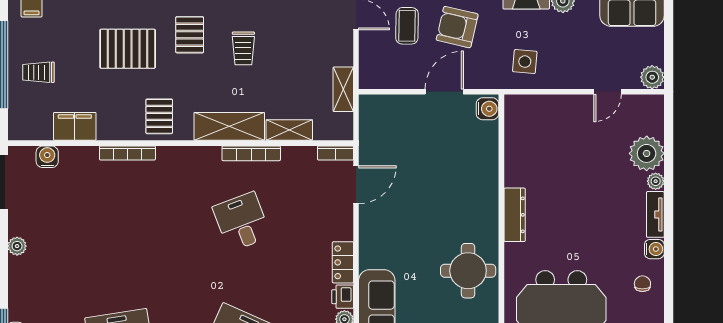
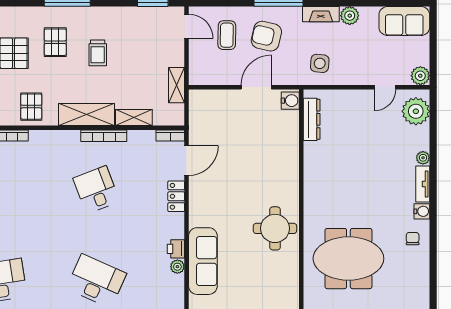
plant: (647, 153) -> (416, 111), moved
dresser: (515, 215) -> (312, 119), moved
locker: (343, 262) -> (176, 196), moved

